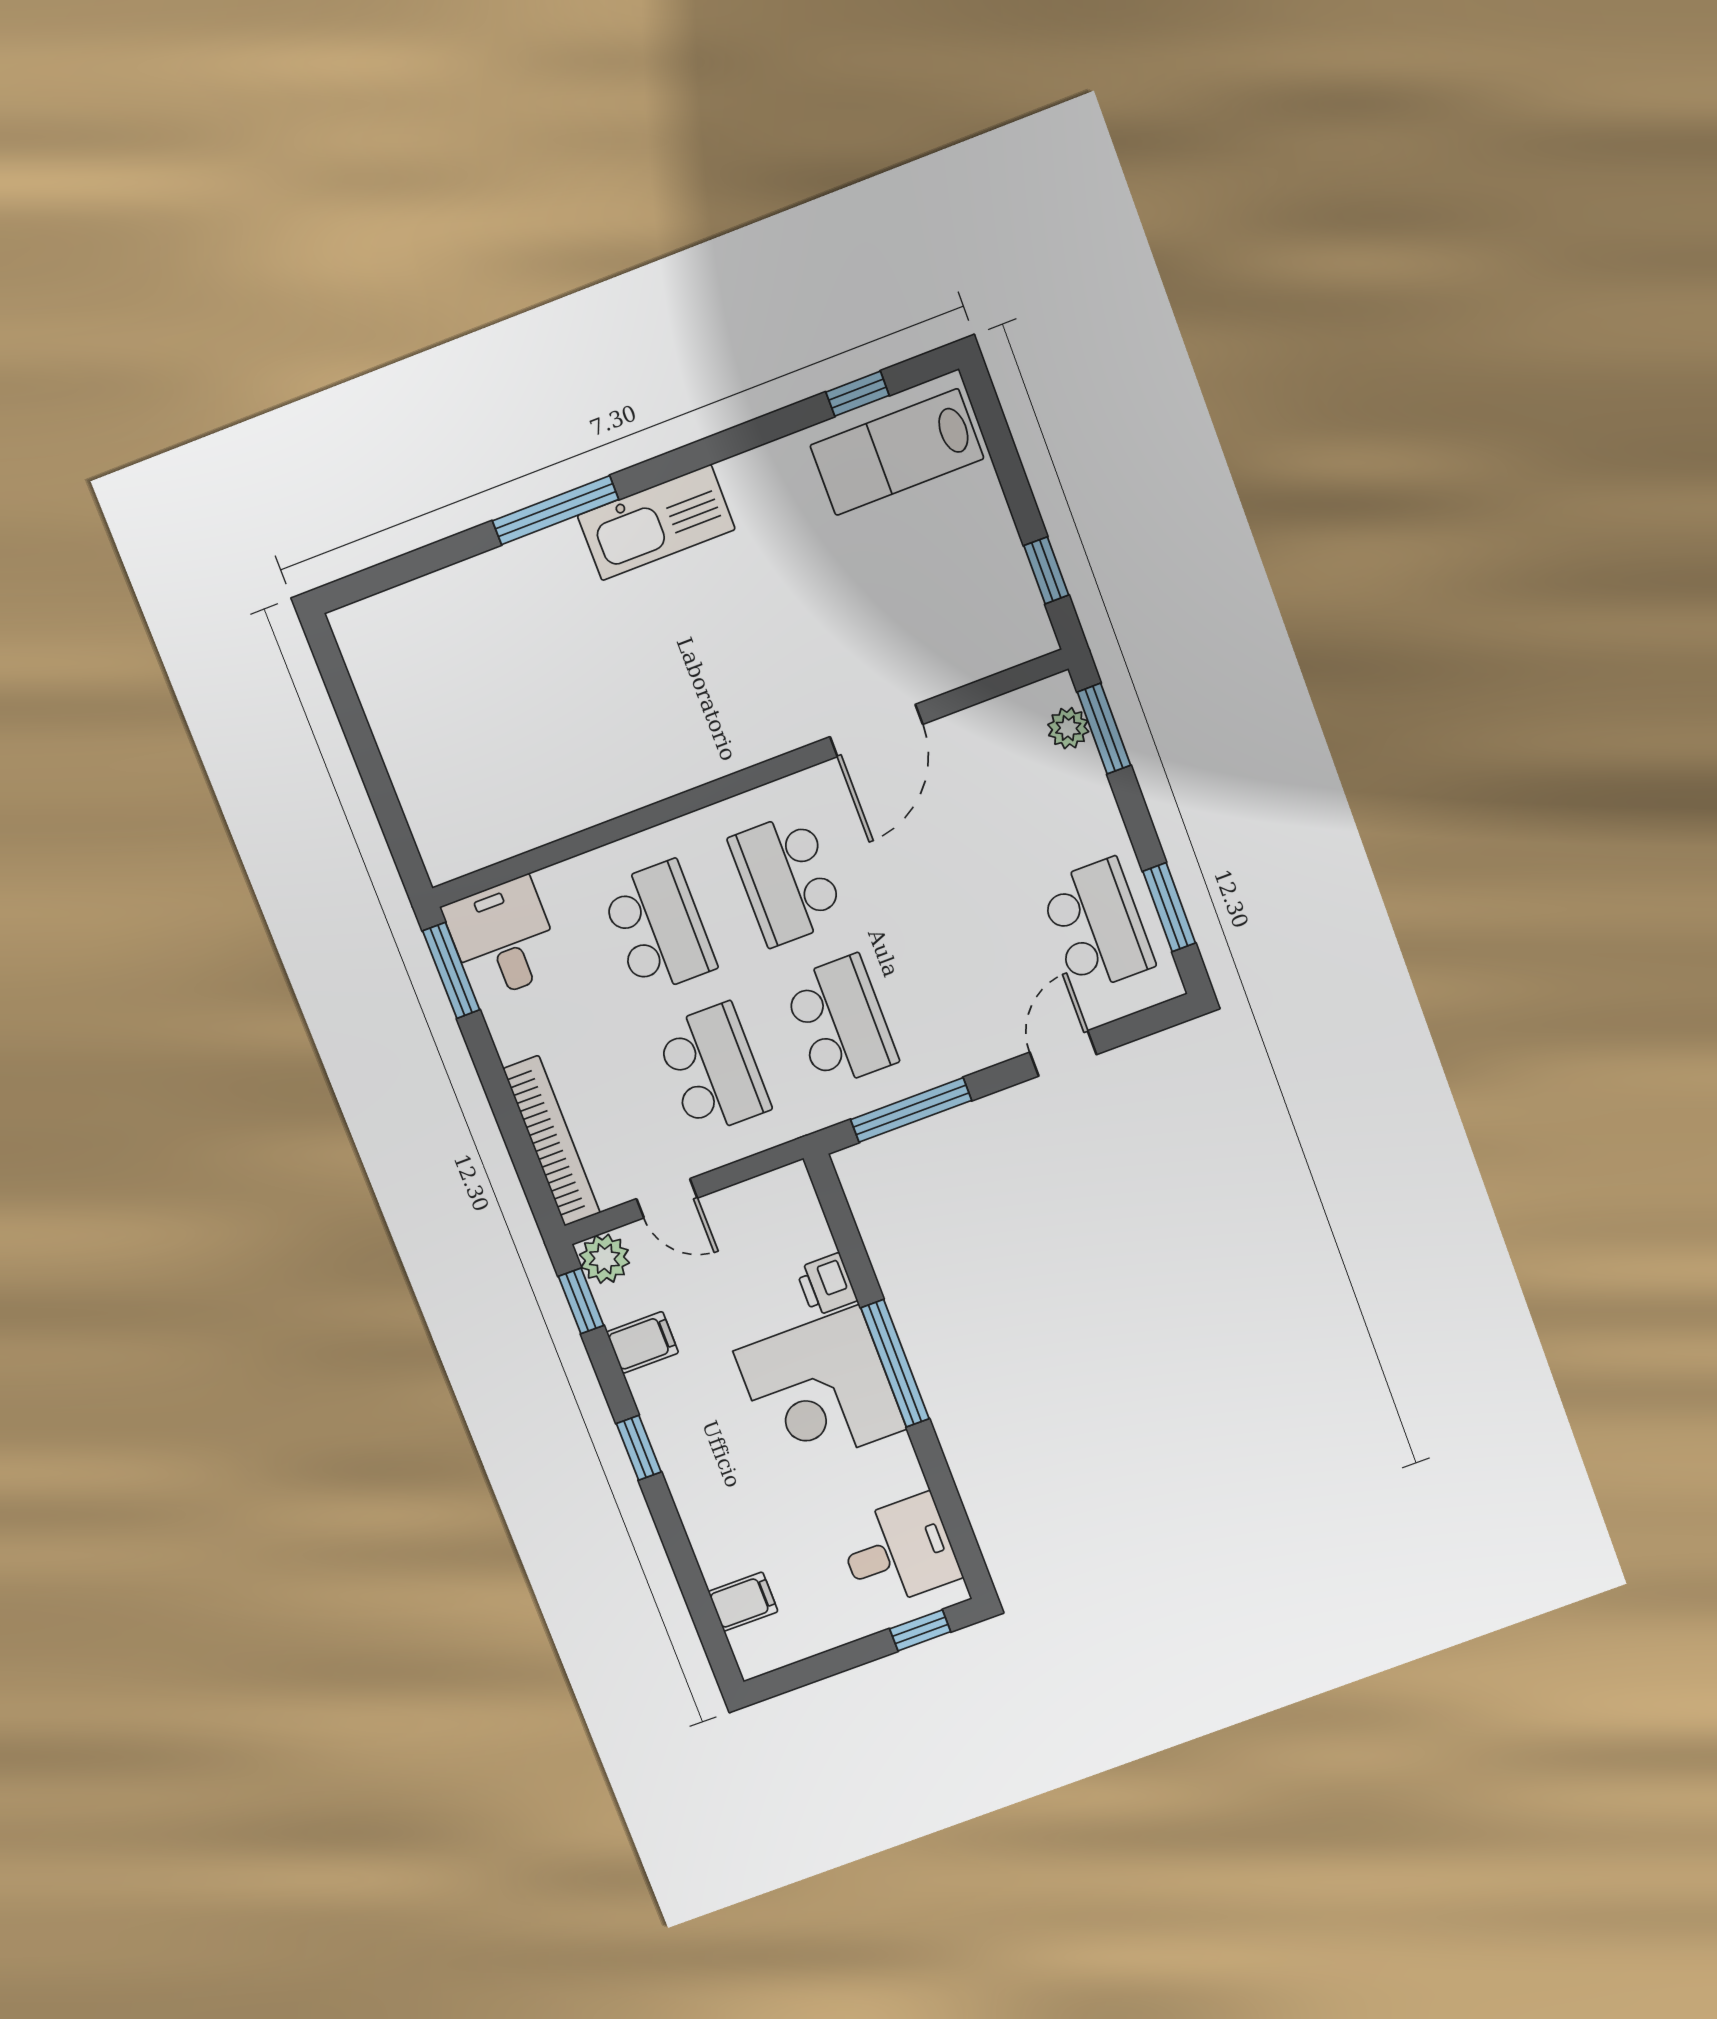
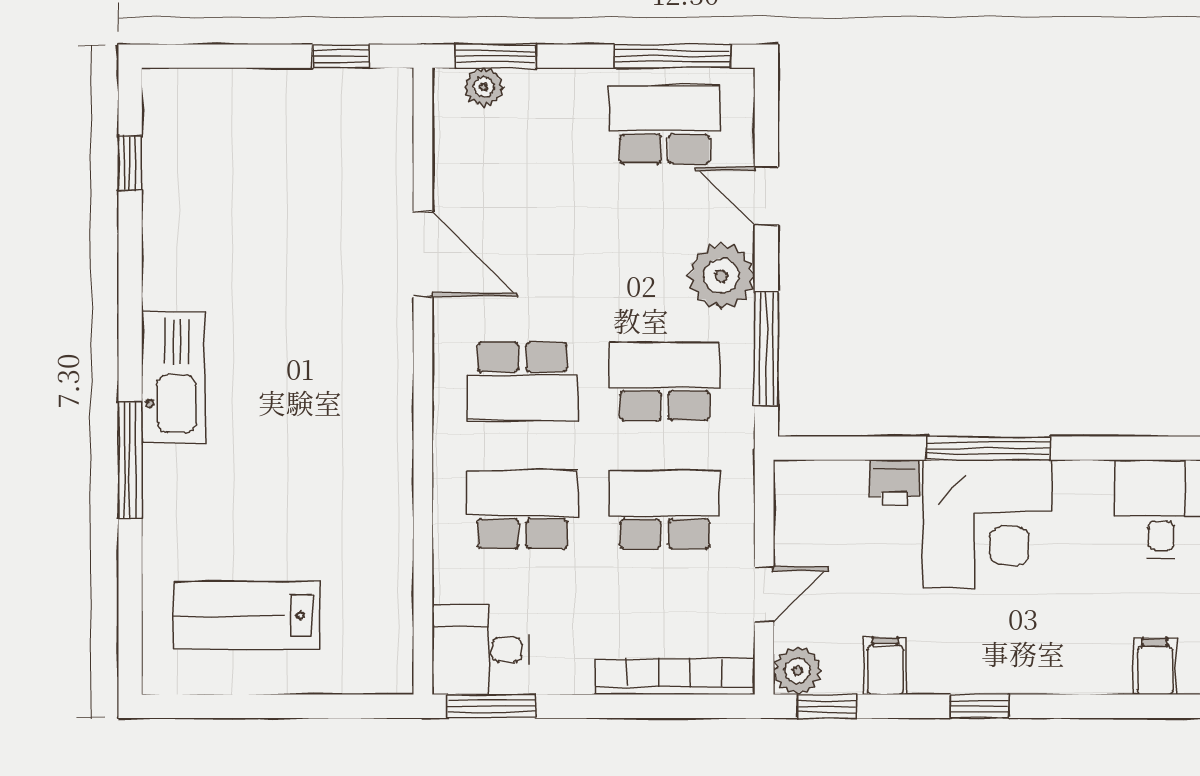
lab bench: (897, 452) -> (246, 615), moved, turned 90
window: (1169, 907) -> (672, 56), width x1.44
plant: (967, 1038) -> (721, 276), added

